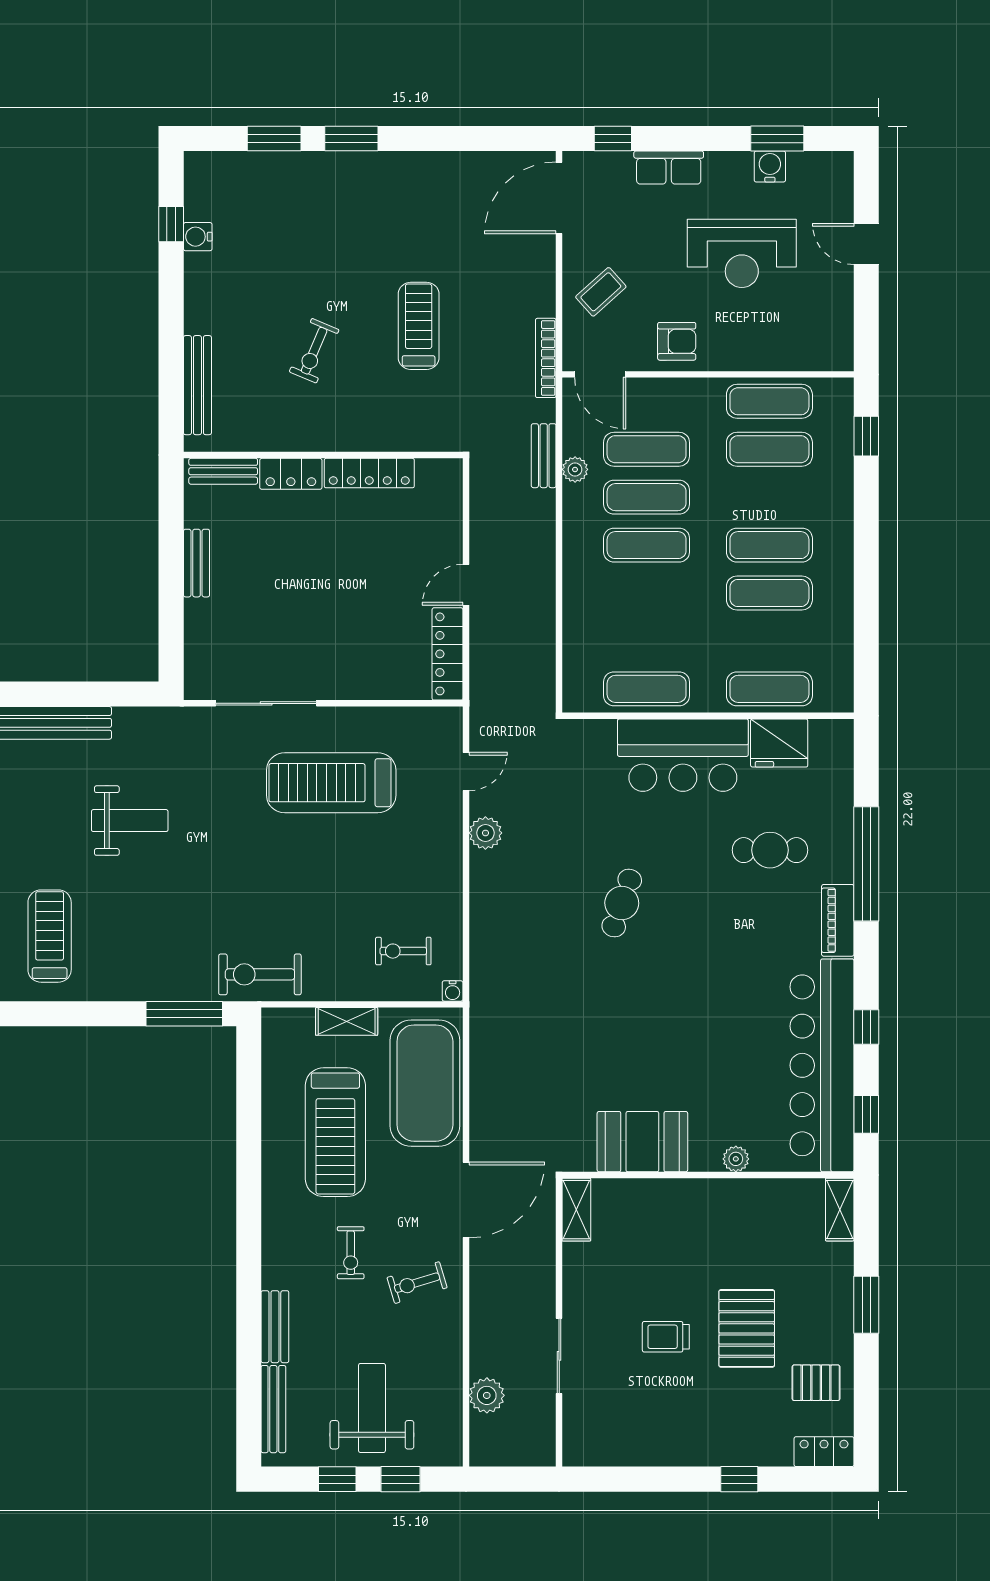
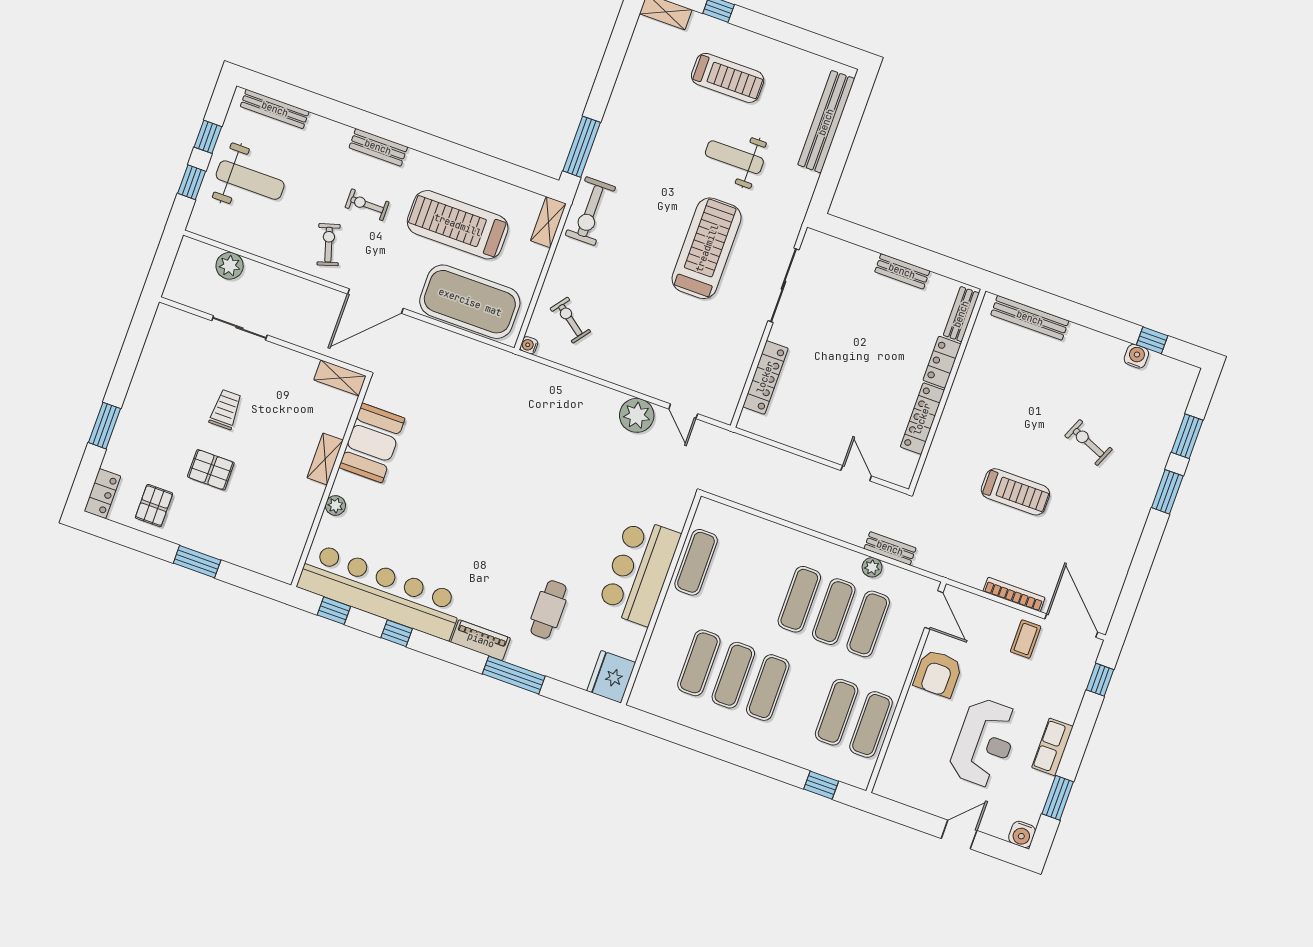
water cooler: (770, 167) -> (1022, 834), moved, turned 90
row of seats: (669, 168) -> (1052, 747), moved
reception desk: (742, 253) -> (984, 743), turned 180
coffee table: (601, 292) -> (1026, 639), moved, turned 42
armchair: (677, 341) -> (938, 673), width x1.38, depth x1.38
exercise bike: (314, 351) -> (1088, 442), moved
bookcase: (546, 358) -> (1014, 594), moved
door: (600, 374) -> (934, 610), swing flipped
door: (466, 585) -> (856, 473), moved
locker: (447, 654) -> (765, 377), moved, turned 90
exercise mat: (769, 689) -> (699, 663), moved
fridge: (779, 743) -> (611, 677), moved
treadmill: (331, 783) -> (707, 248), moved
weight bench: (130, 821) -> (734, 157), turned 90
plant: (485, 833) -> (637, 415), width x1.36, depth x1.36
window: (866, 864) -> (514, 675), width x0.68
cafe table: (622, 903) -> (549, 489), removed
treadmill: (50, 936) -> (728, 78), moved
exercise bike: (403, 951) -> (570, 320), turned -53
exercise bike: (260, 974) -> (590, 211), turned 180
shelving: (347, 1021) -> (548, 222), moved
door: (466, 1200) -> (375, 301), hinge flipped
shelving: (840, 1210) -> (325, 459), moved, turned 90
bench: (275, 1327) -> (378, 147), moved
pallet: (747, 1328) -> (211, 470), width x0.67, depth x0.71
window: (739, 1479) -> (104, 426), width x1.50

